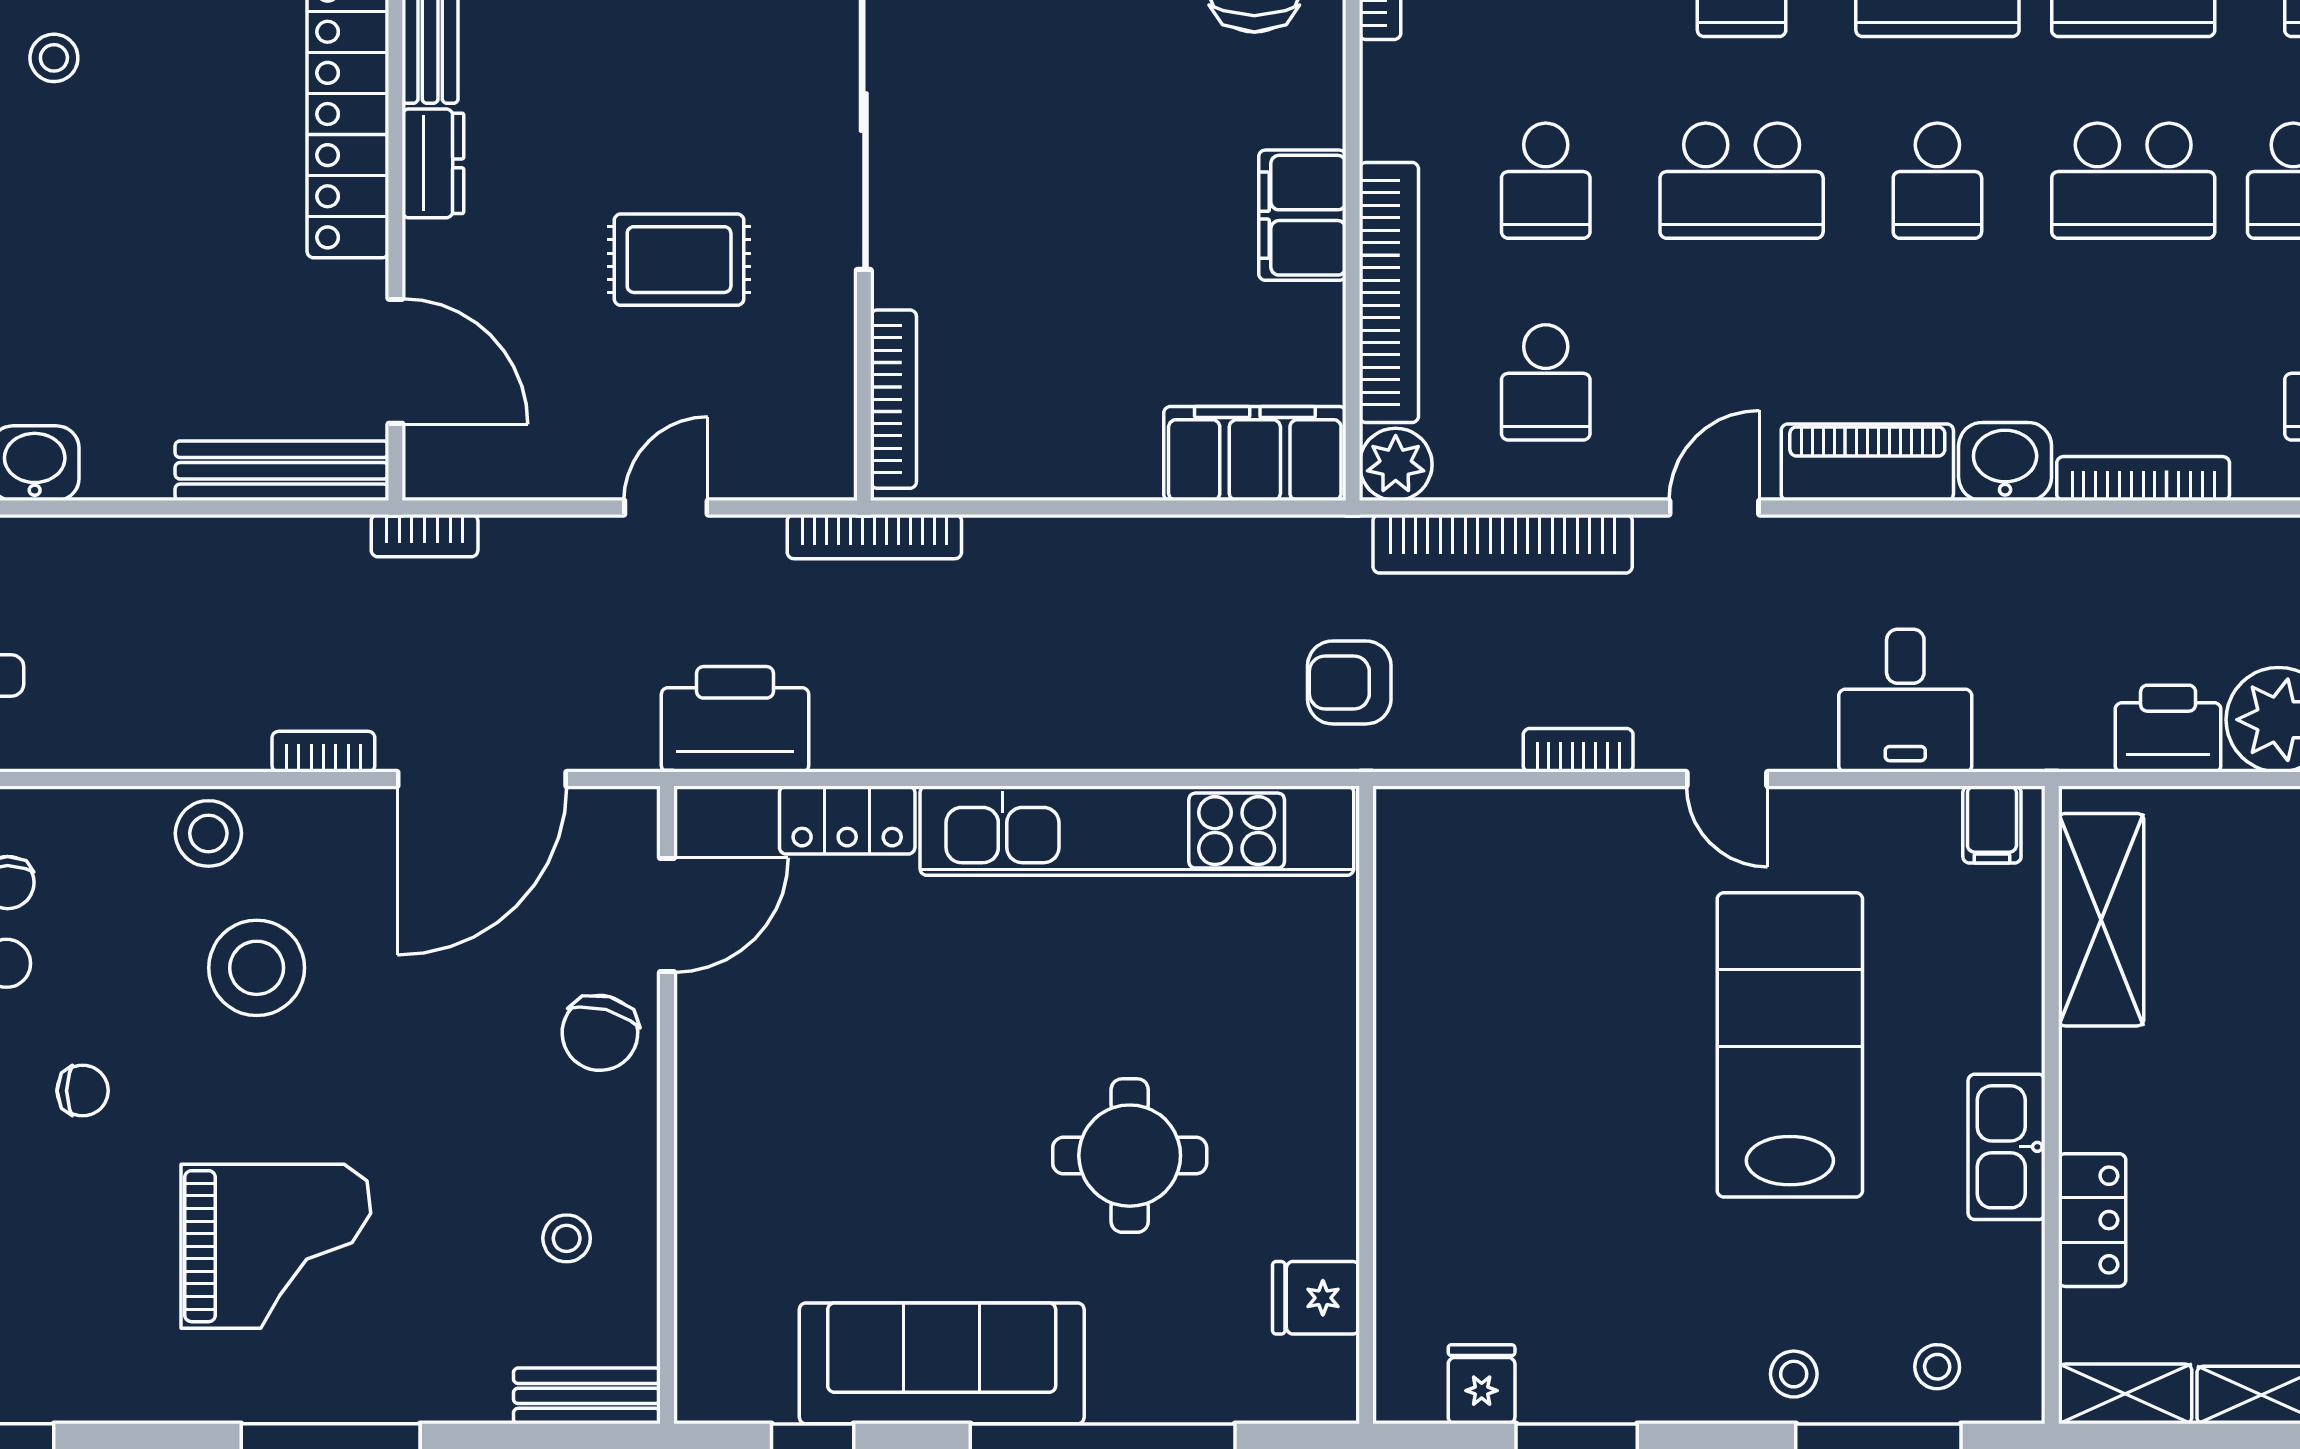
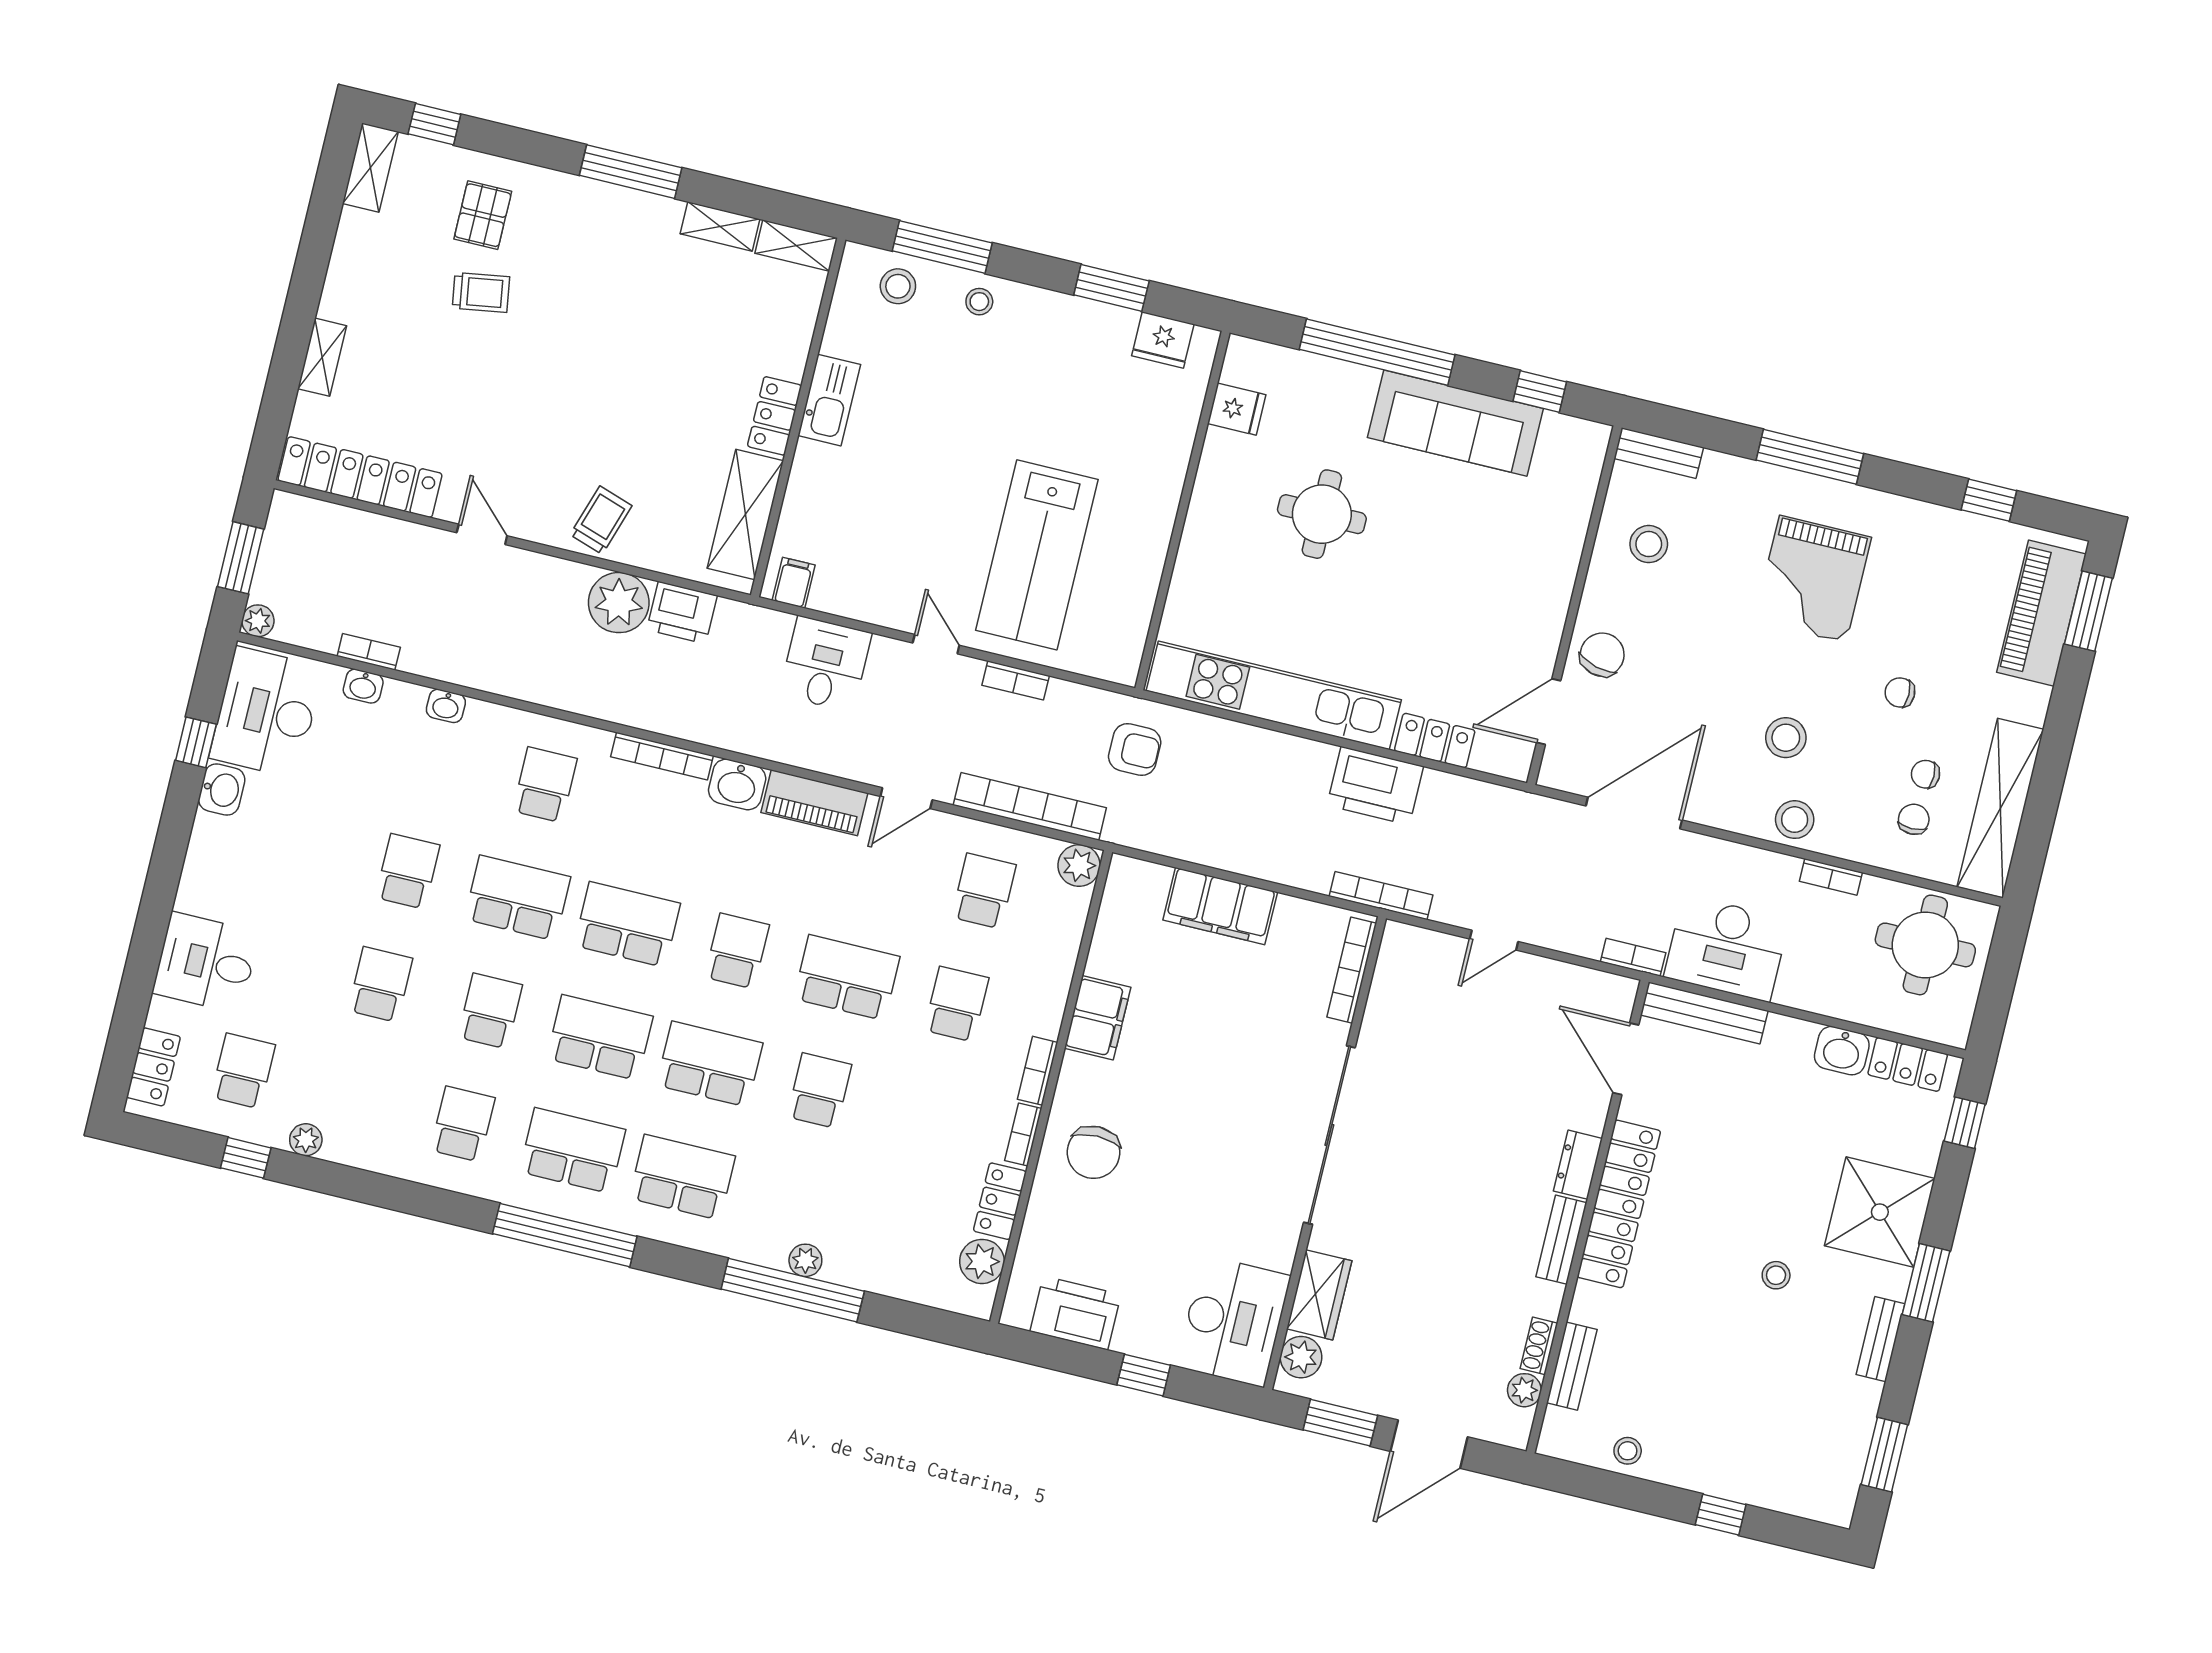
rug: (679, 260) -> (1453, 1077), removed
bookcase: (1389, 293) -> (1038, 1071), moved, width x0.43, depth x0.76
filing cabinet: (1255, 454) -> (1220, 906), moved
desk: (271, 589) -> (1726, 948), added
printer: (735, 719) -> (1375, 786), moved
bookcase: (323, 752) -> (1831, 877), moved
stool: (257, 968) -> (1786, 738), width x0.73, depth x0.73
lab bench: (1790, 1045) -> (1037, 555), moved
locker: (2092, 1220) -> (775, 416), moved
stool: (567, 1238) -> (1649, 544), width x1.37, depth x1.37
grand piano: (276, 1246) -> (1813, 579), turned -90
stool: (1937, 1367) -> (898, 286), width x1.37, depth x1.37
fridge: (1482, 1384) -> (1163, 340), width x1.38

